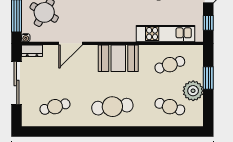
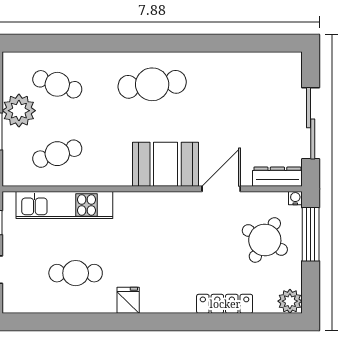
dresser: (32, 51) -> (277, 177), width x1.44
booth: (118, 58) -> (166, 164), moved
cafe table: (55, 107) -> (247, 84), removed

